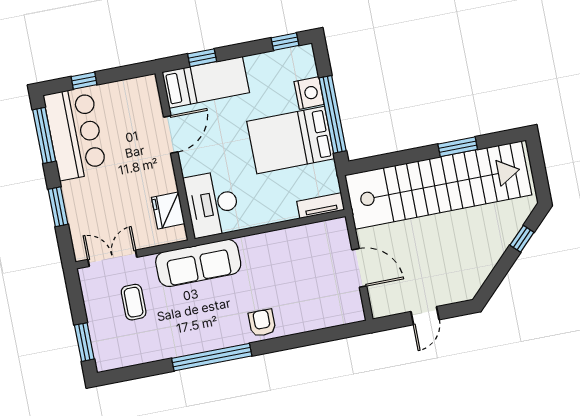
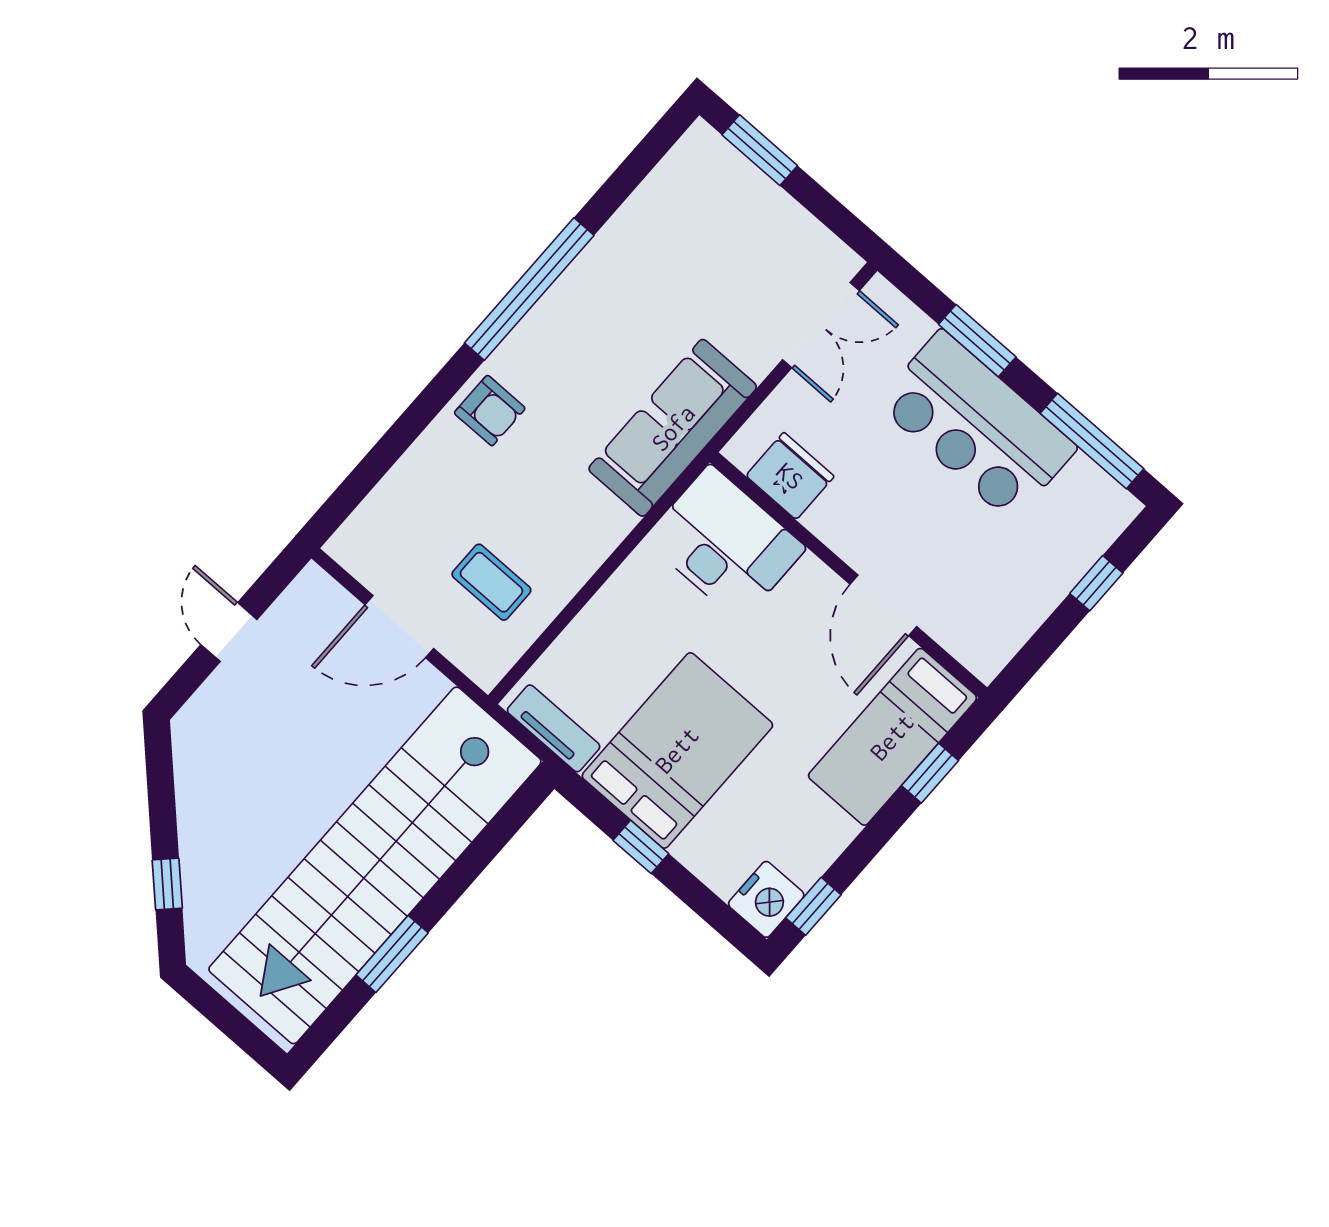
nightstand: (309, 93) -> (766, 899), moved, turned -90
window: (333, 114) -> (641, 847), width x0.32
bar counter: (75, 134) -> (977, 426), moved
tv unit: (321, 206) -> (554, 728), moved, turned -90
coffee table: (134, 302) -> (491, 582), moved

